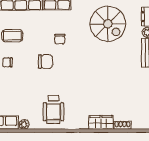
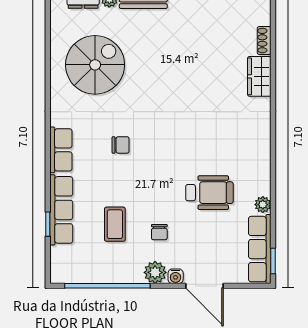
chair: (45, 62) -> (158, 169), removed
wheelchair: (53, 109) -> (209, 193), moved

